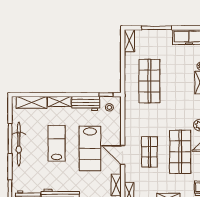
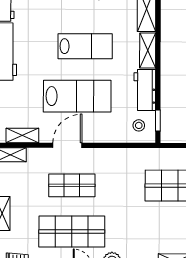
lab bench: (90, 148) -> (77, 96), turned 180

